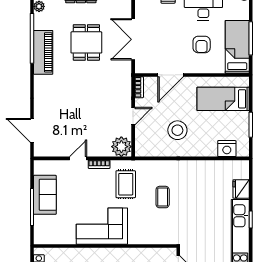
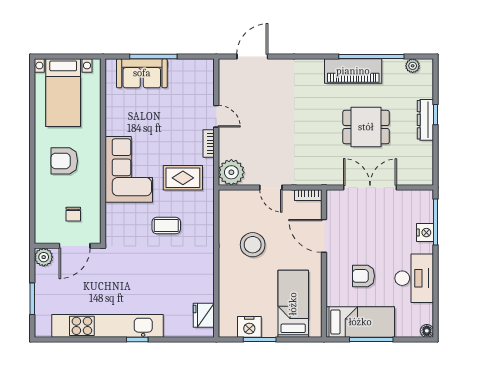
nightstand: (227, 149) -> (249, 327), moved, turned -90
fridge: (241, 189) -> (204, 315), moved, turned -90
sofa: (45, 195) -> (142, 73), moved
corner sofa: (102, 226) -> (129, 169), moved

